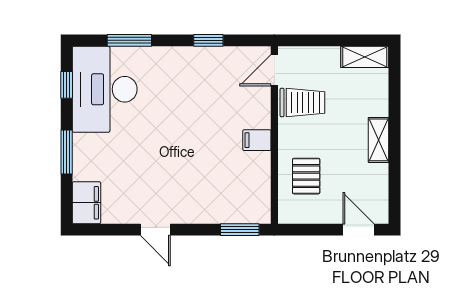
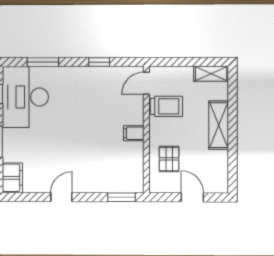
shelving: (379, 140) -> (219, 125), width x1.50, depth x1.33
door: (155, 230) -> (61, 197), swing flipped
door: (358, 230) -> (192, 197), moved

